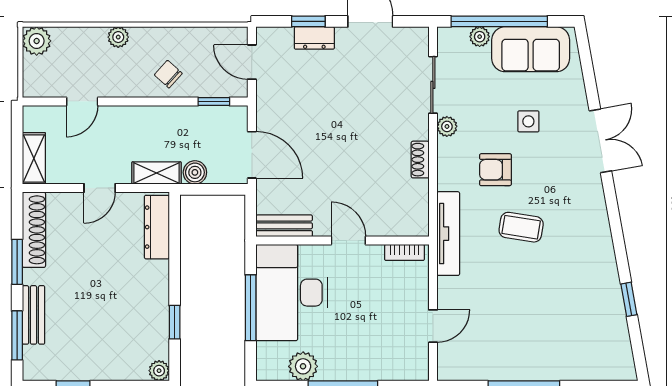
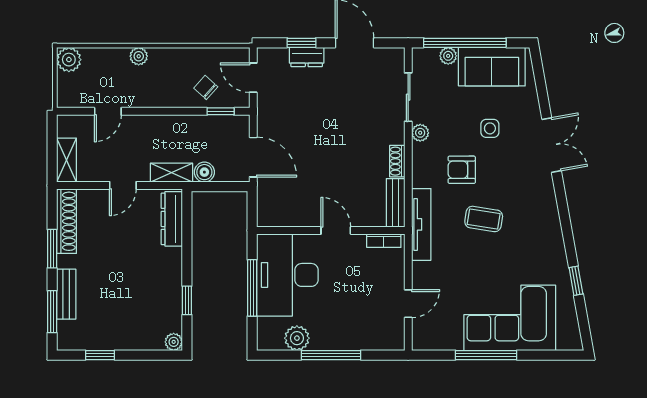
chair: (168, 74) -> (206, 87), moved
bench: (284, 226) -> (396, 203), moved, turned 90
corner sofa: (552, 343) -> (510, 318), added

